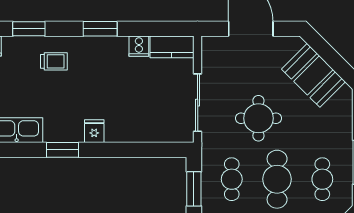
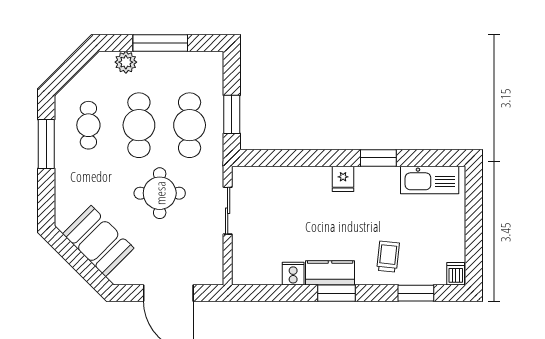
kitchen counter: (172, 47) -> (330, 273), moved
trolley: (54, 61) -> (388, 257), turned 96
sliding door: (198, 103) -> (228, 211), width x0.73
cafe table: (232, 179) -> (190, 125), width x1.37, depth x1.35

